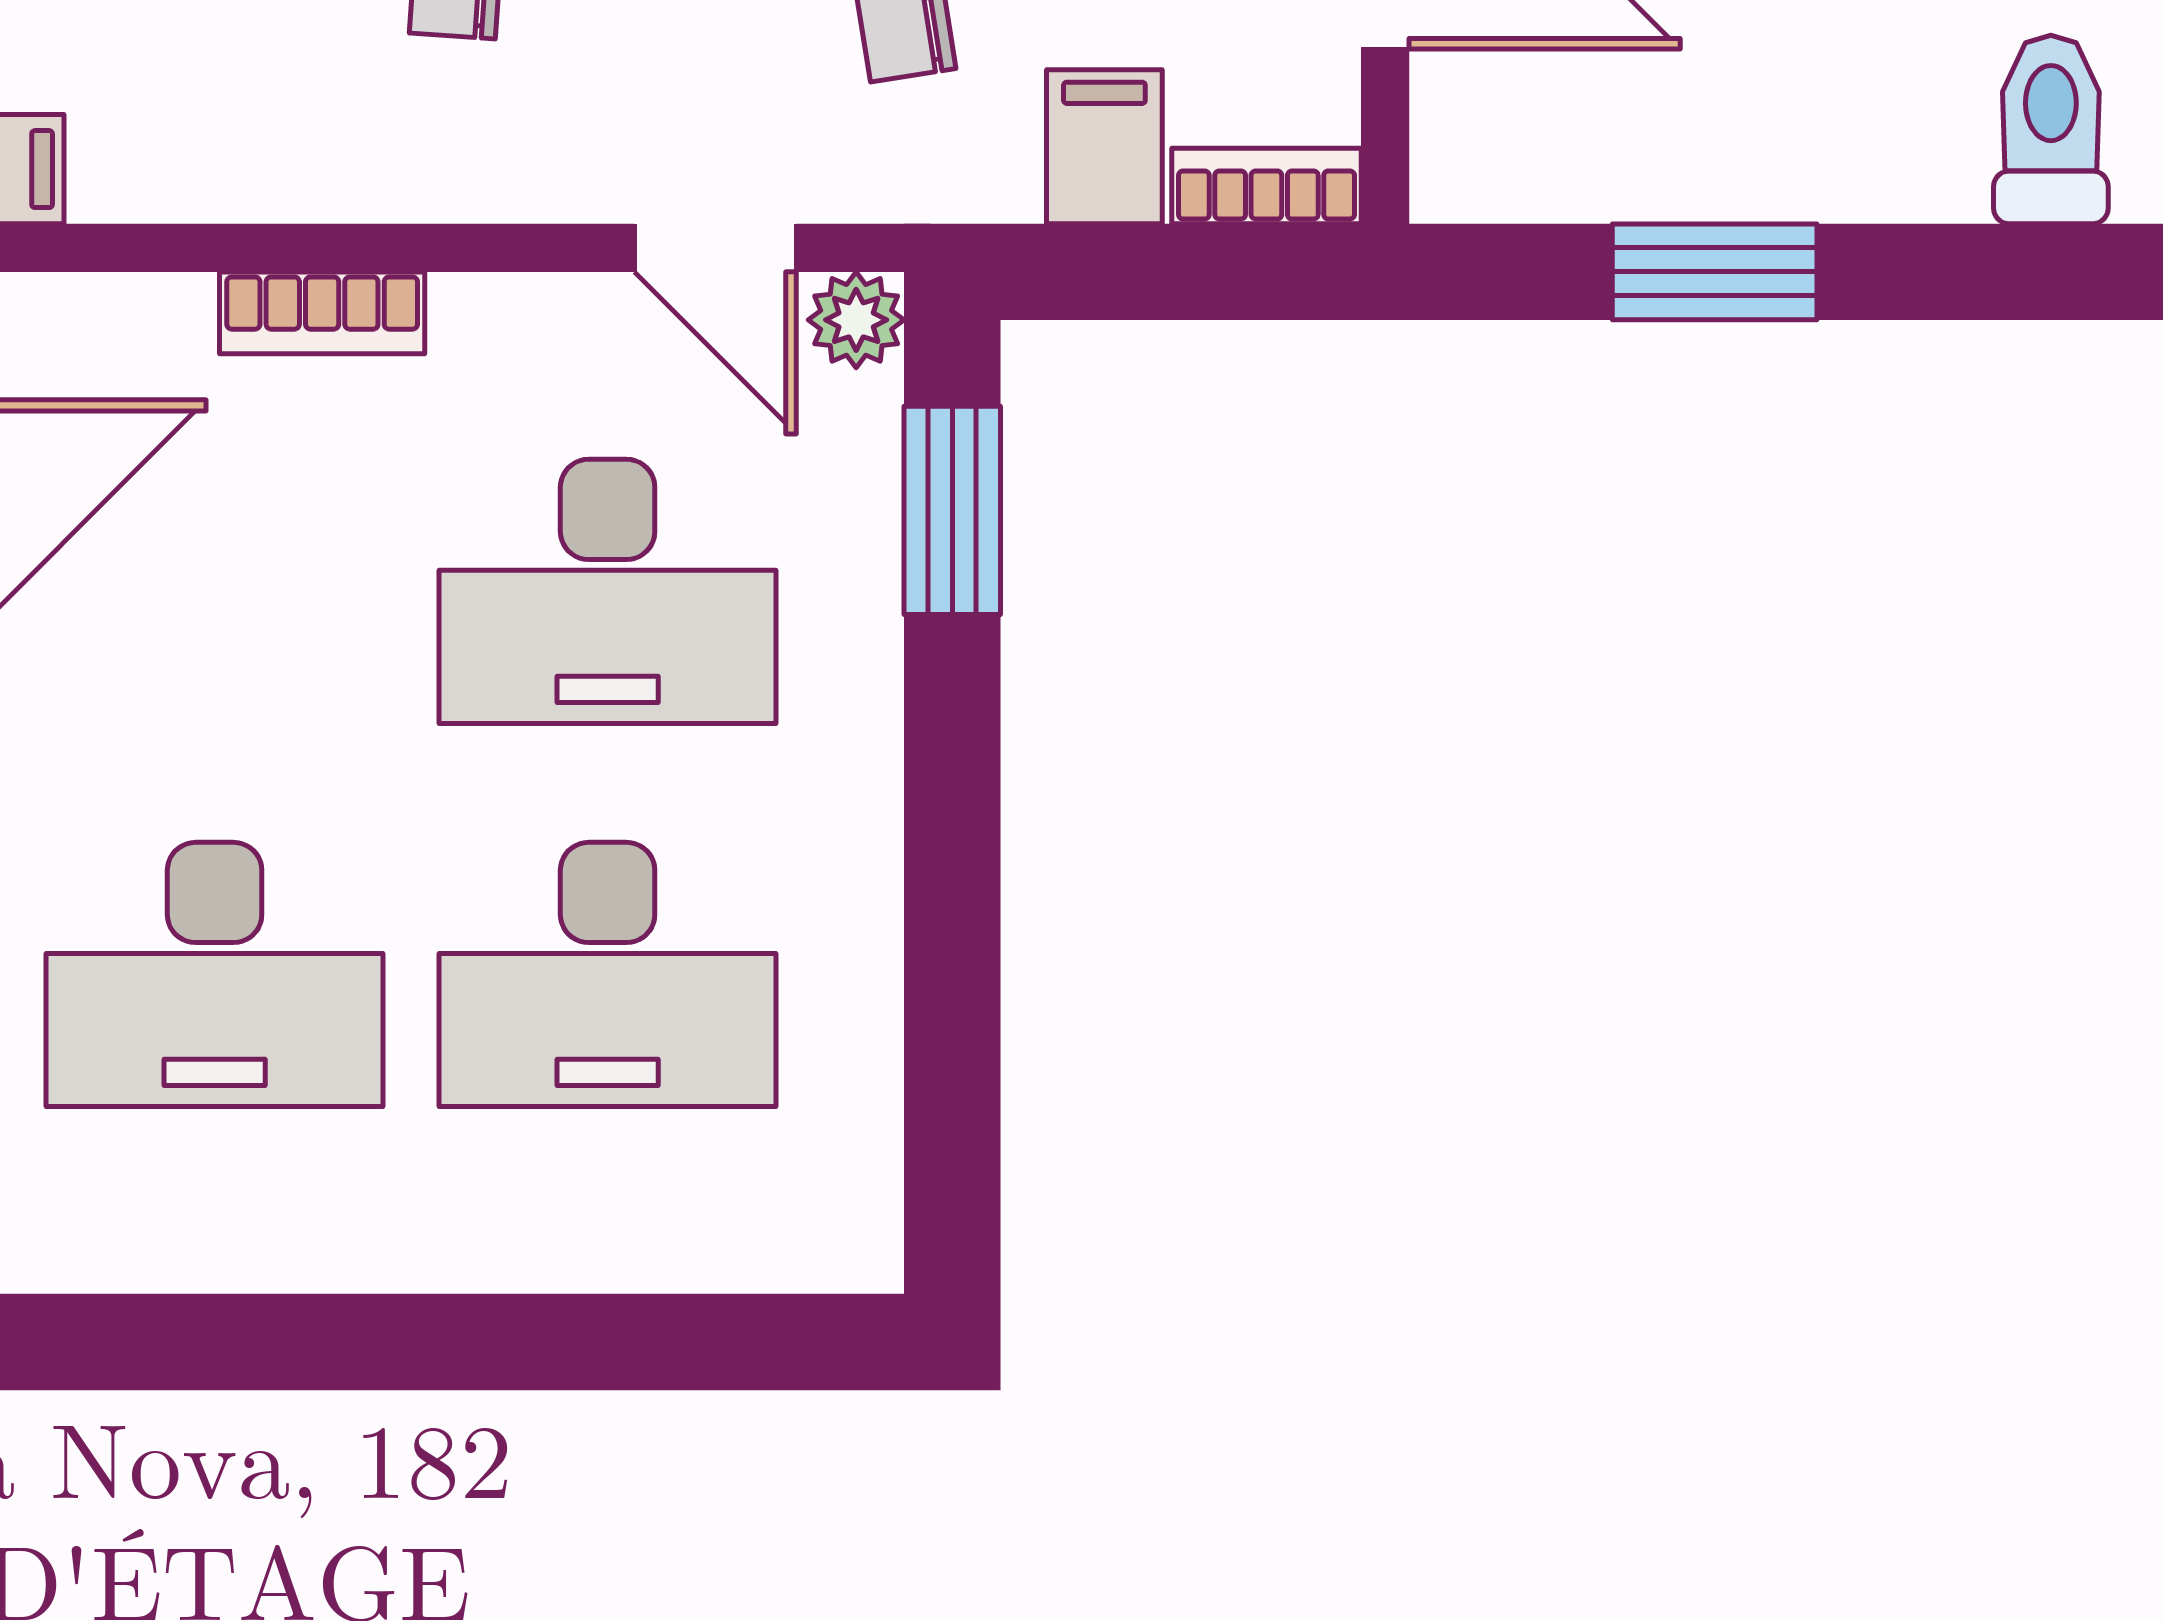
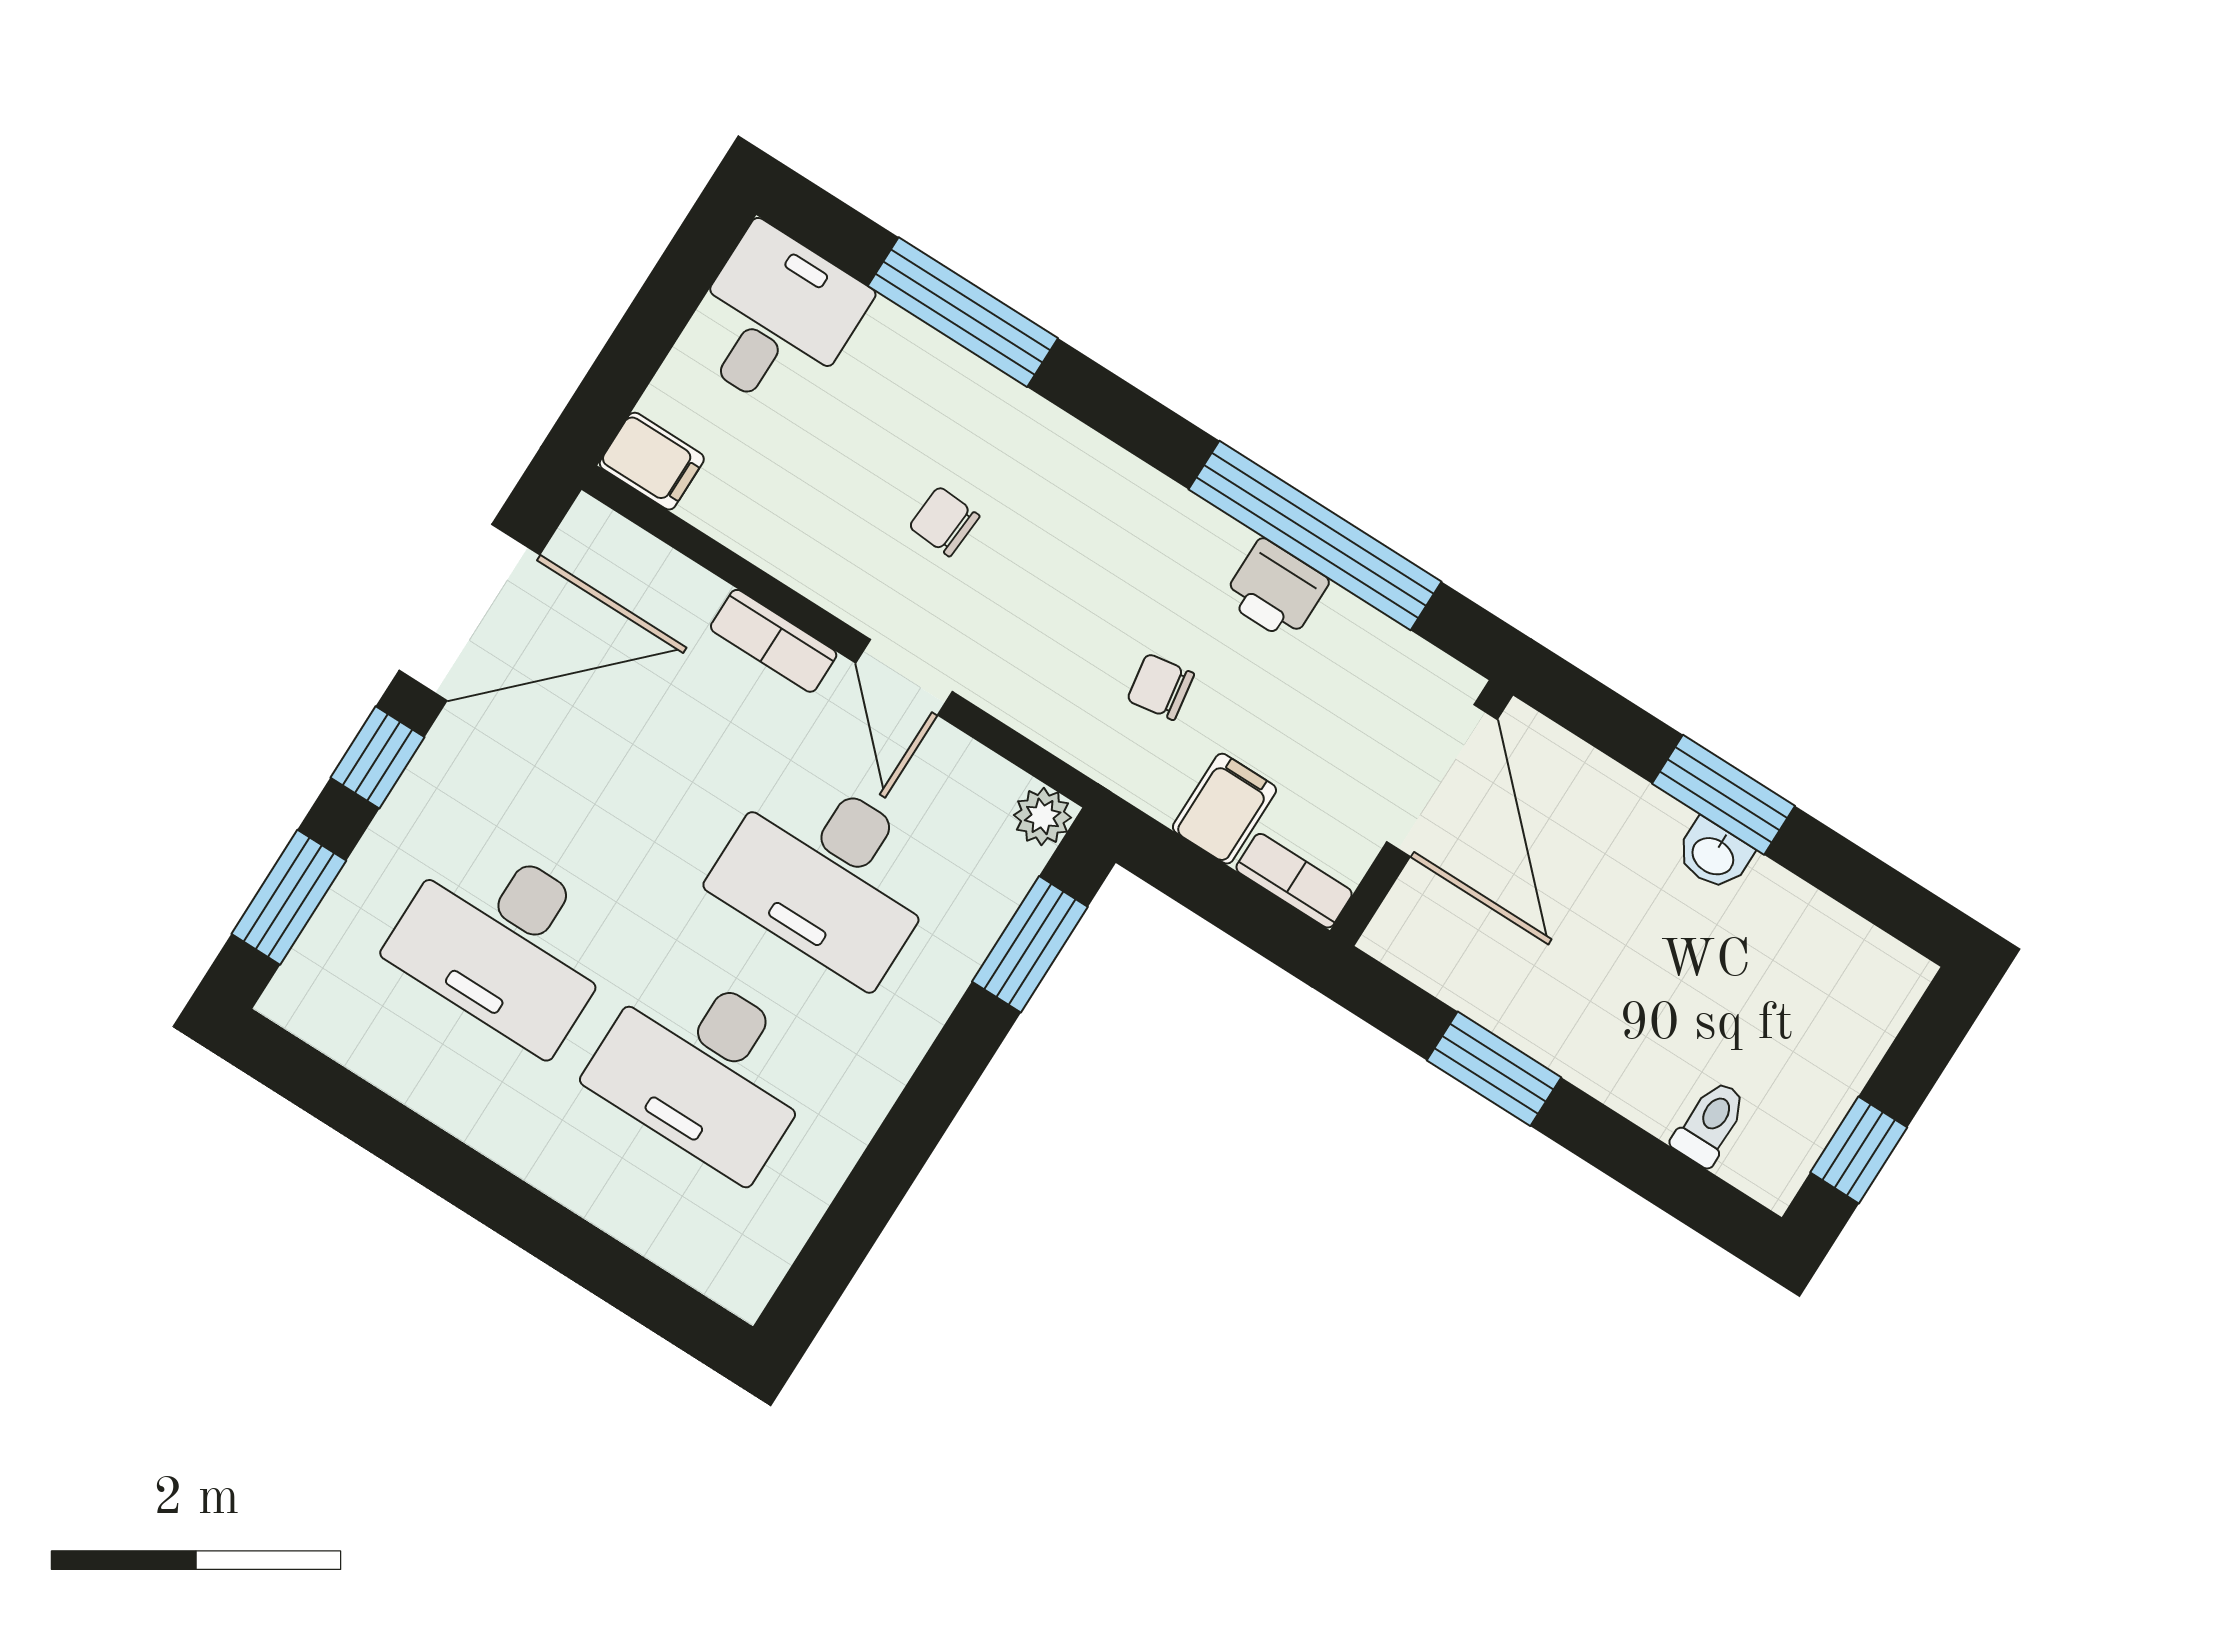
toilet: (2051, 129) -> (1710, 1123), width x0.73, depth x0.72
door: (715, 248) -> (904, 677), moved

